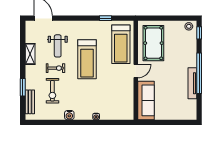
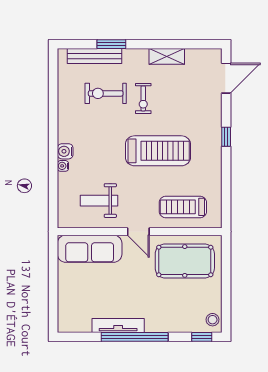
window: (106, 18) -> (226, 137), moved
treadmill: (121, 44) -> (183, 207), width x0.73, depth x0.73
weight bench: (58, 46) -> (99, 201), moved
treadmill: (87, 59) -> (158, 151), turned 180
bench: (30, 102) -> (95, 56), width x1.36
water cooler: (69, 115) -> (65, 151), moved

